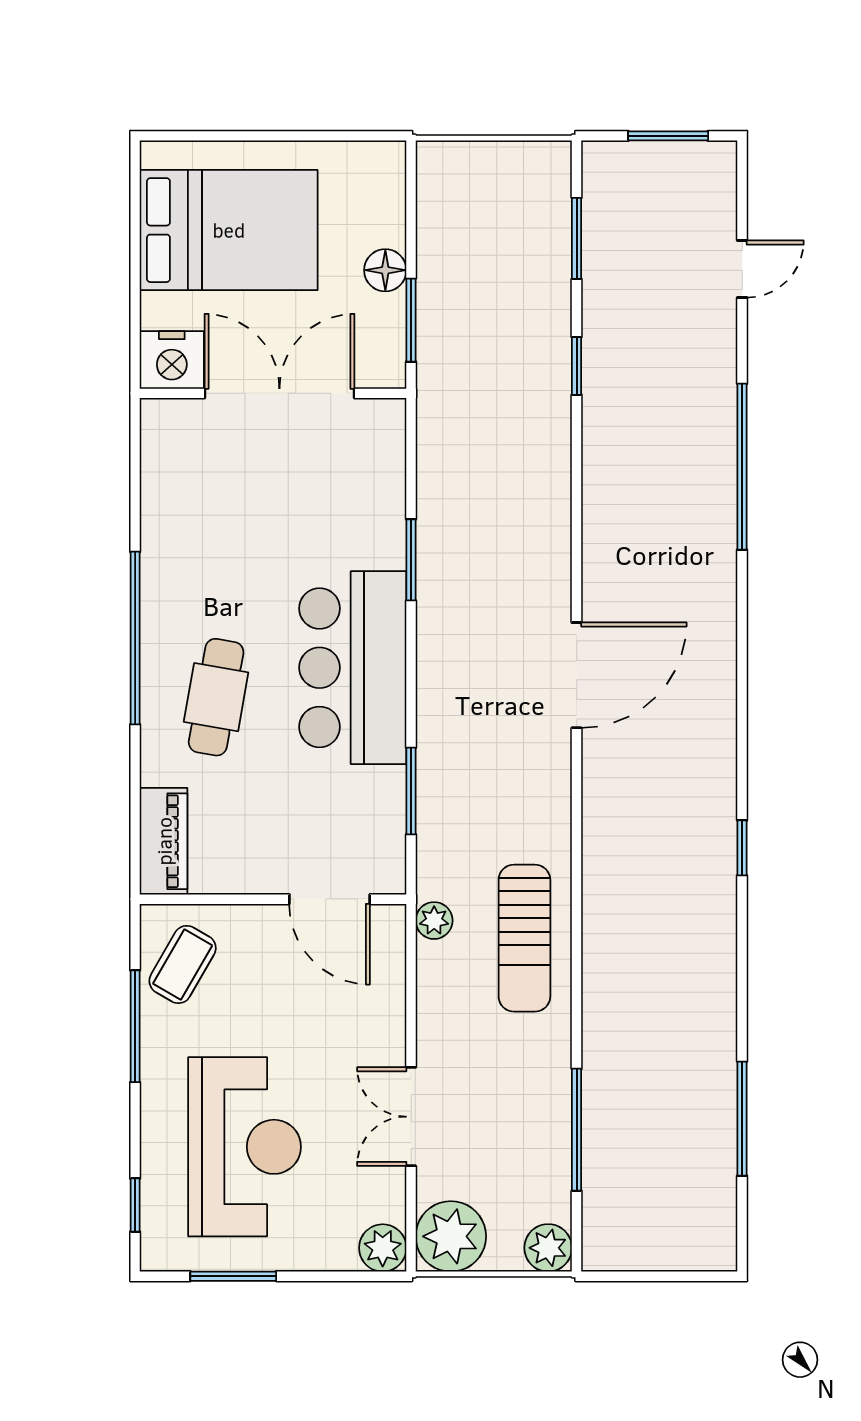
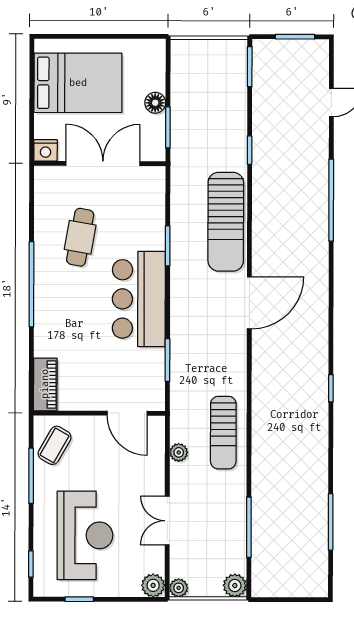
window: (577, 238) -> (250, 67), moved
nightstand: (172, 360) -> (46, 150), width x0.74, depth x0.75
sun lounger: (529, 511) -> (226, 222), added
cafe table: (216, 697) -> (80, 237), moved
plant: (434, 921) -> (179, 452), moved
plant: (451, 1236) -> (179, 588), width x0.53, depth x0.53
window: (233, 1276) -> (79, 599), width x0.67

